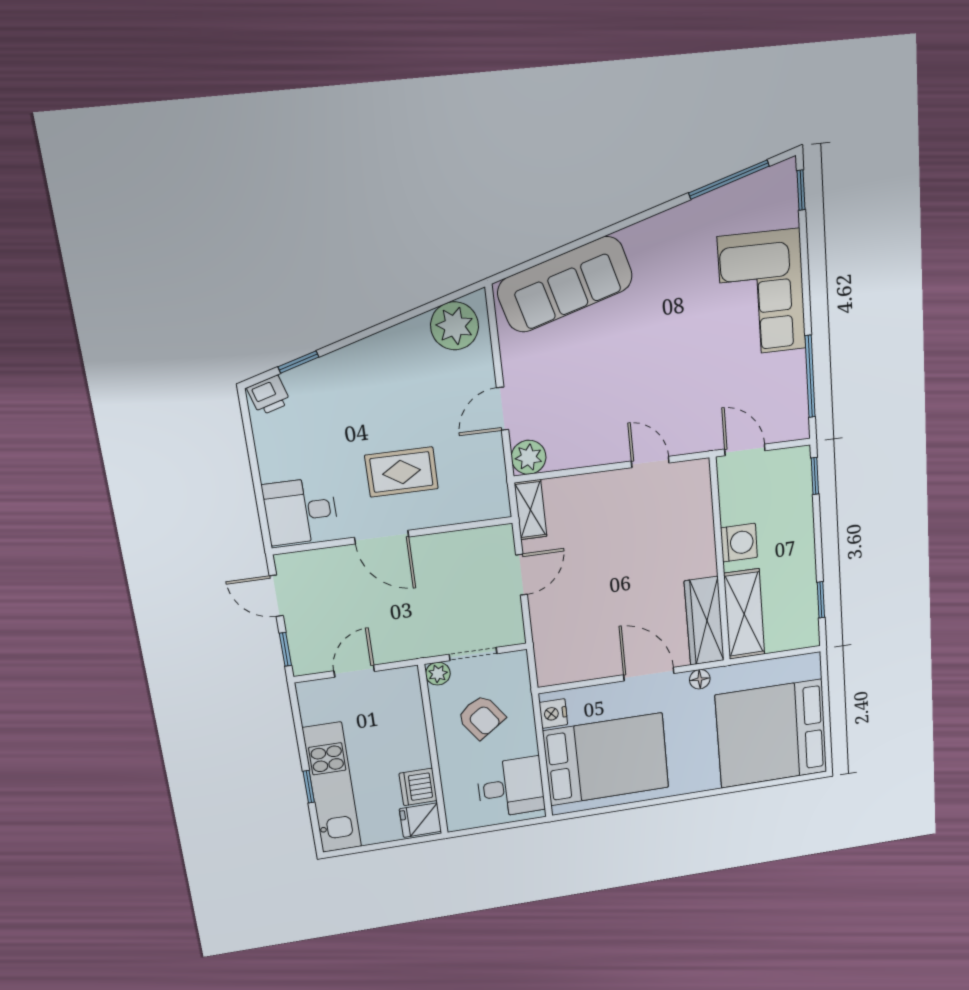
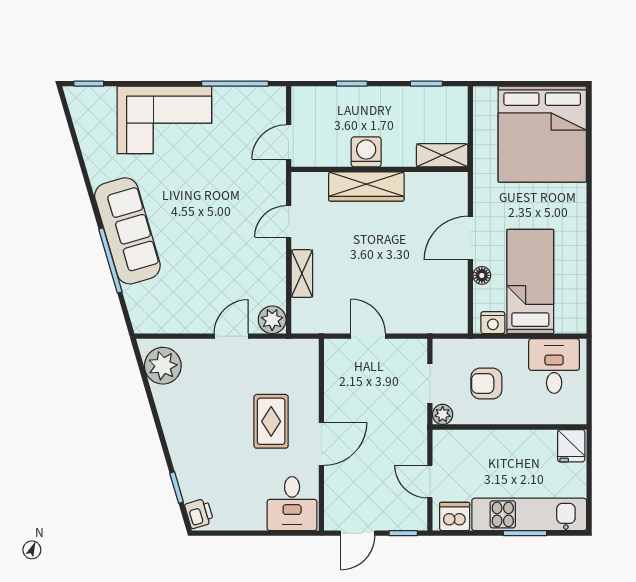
window: (729, 180) -> (110, 260), moved
sofa: (565, 284) -> (127, 231), moved
door: (503, 409) -> (231, 336), swing flipped
window: (815, 476) -> (352, 84), moved
shelving: (531, 510) -> (302, 274), moved, turned 90
shelving: (744, 614) -> (442, 155), width x0.67, depth x0.75
wardrobe: (704, 621) -> (366, 187), moved
floor lamp: (700, 679) -> (482, 275), moved
armchair: (481, 717) -> (486, 383), turned -145
bed: (606, 759) -> (530, 282), width x0.67
window: (309, 787) -> (525, 533), width x1.50
dishwasher: (418, 787) -> (455, 516), moved, turned 180

